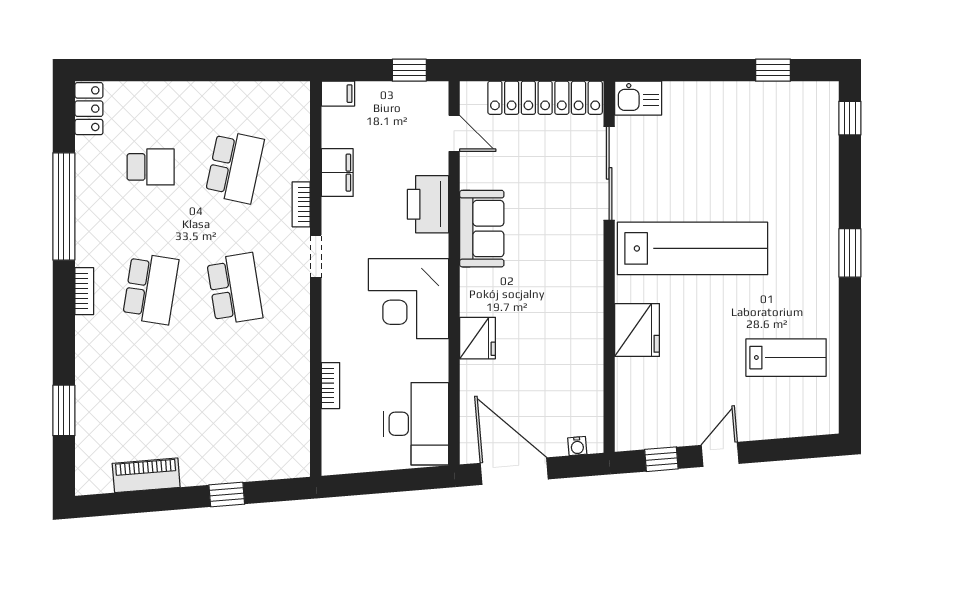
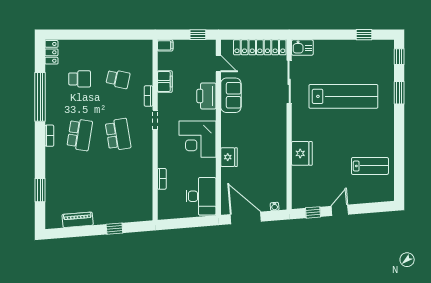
school desk: (235, 167) -> (118, 79), width x0.54
sofa: (482, 229) -> (231, 95), moved
lab bench: (692, 248) -> (343, 96), moved
window: (850, 253) -> (399, 93), moved

